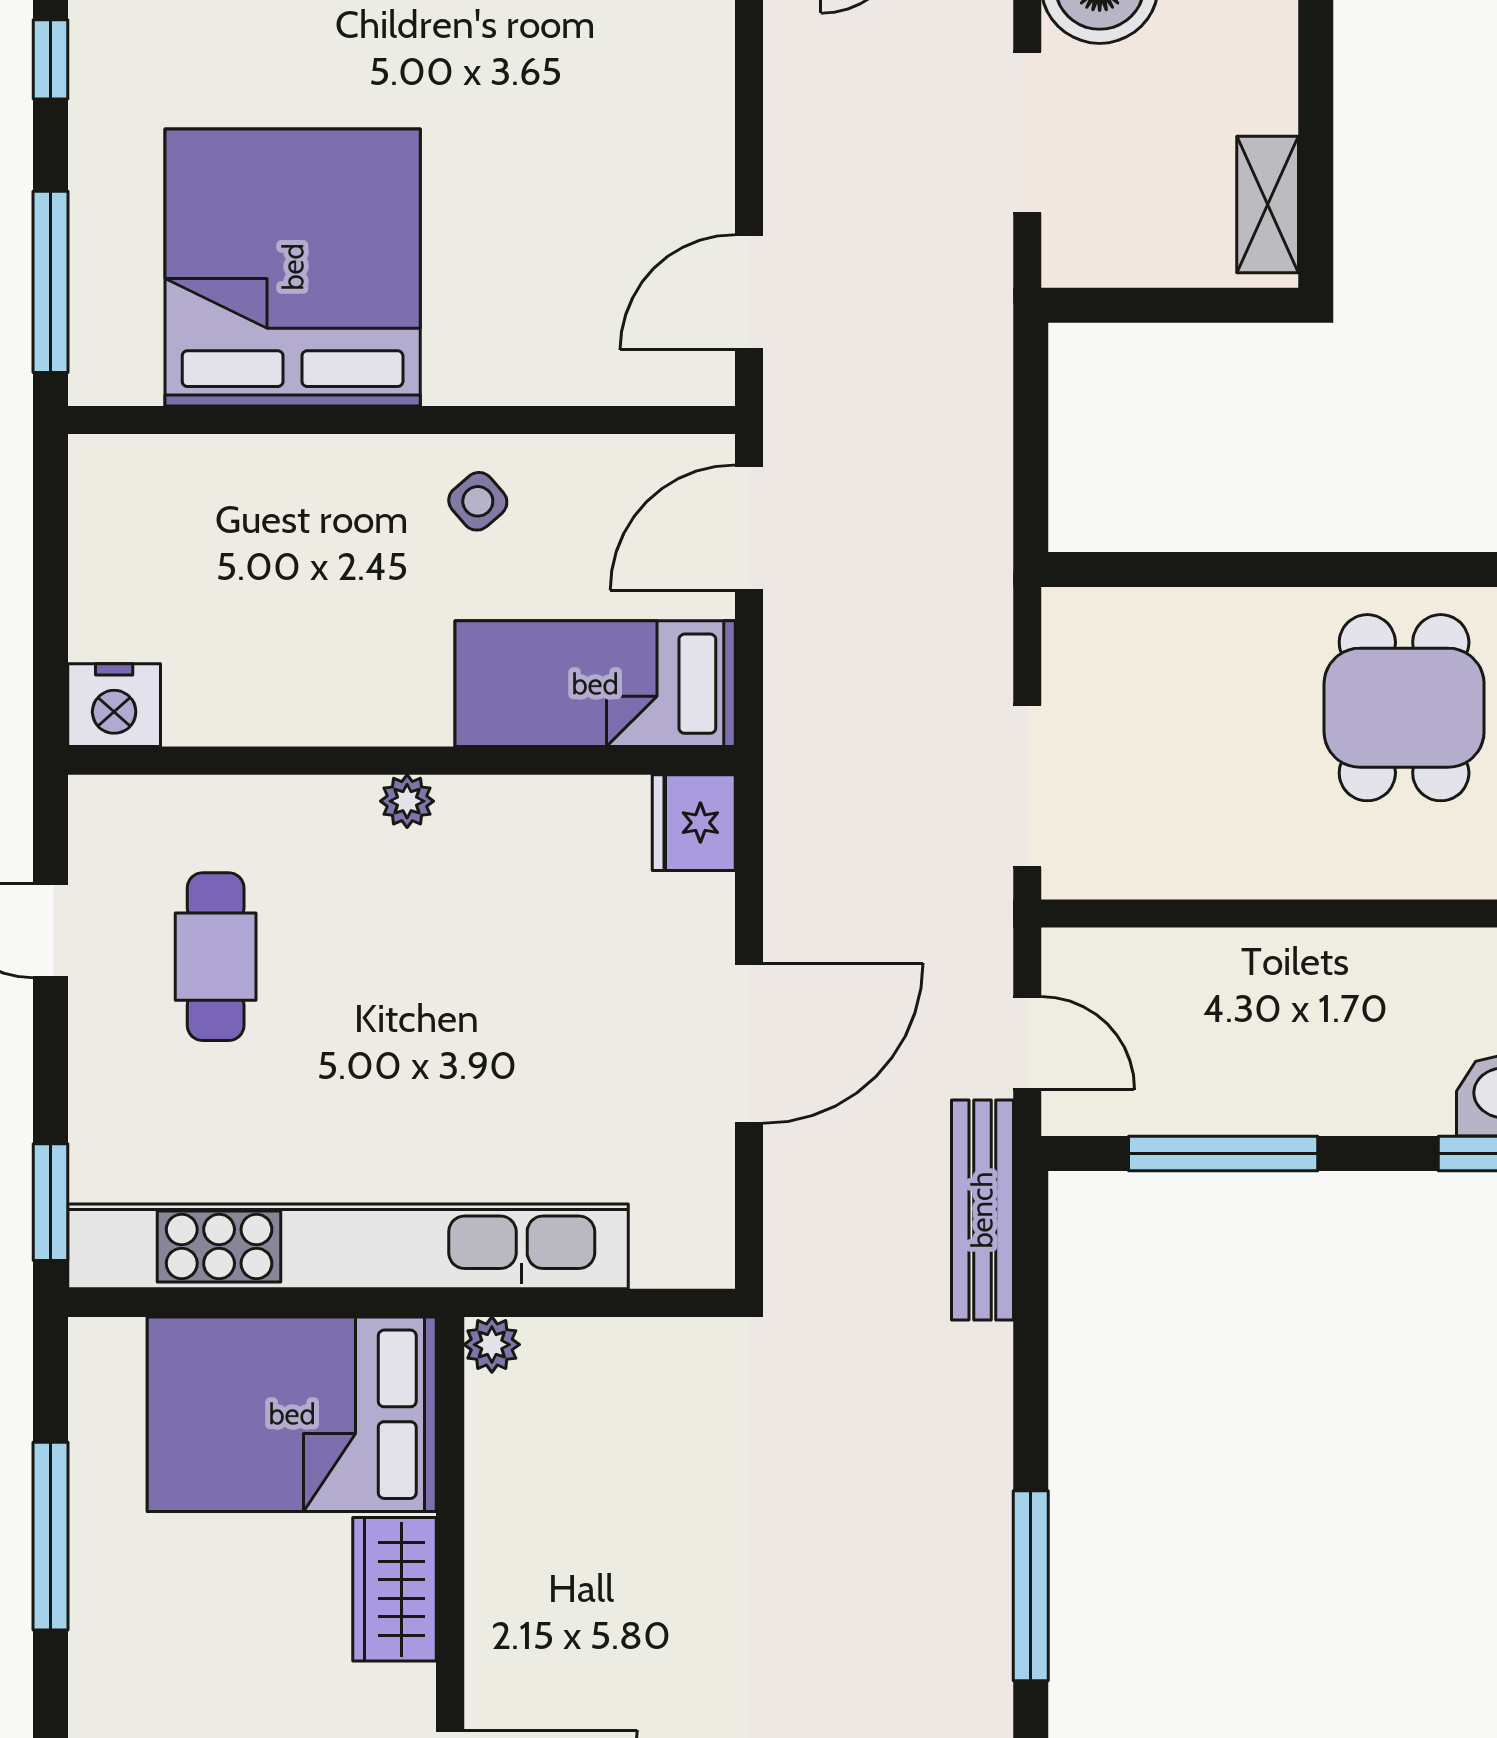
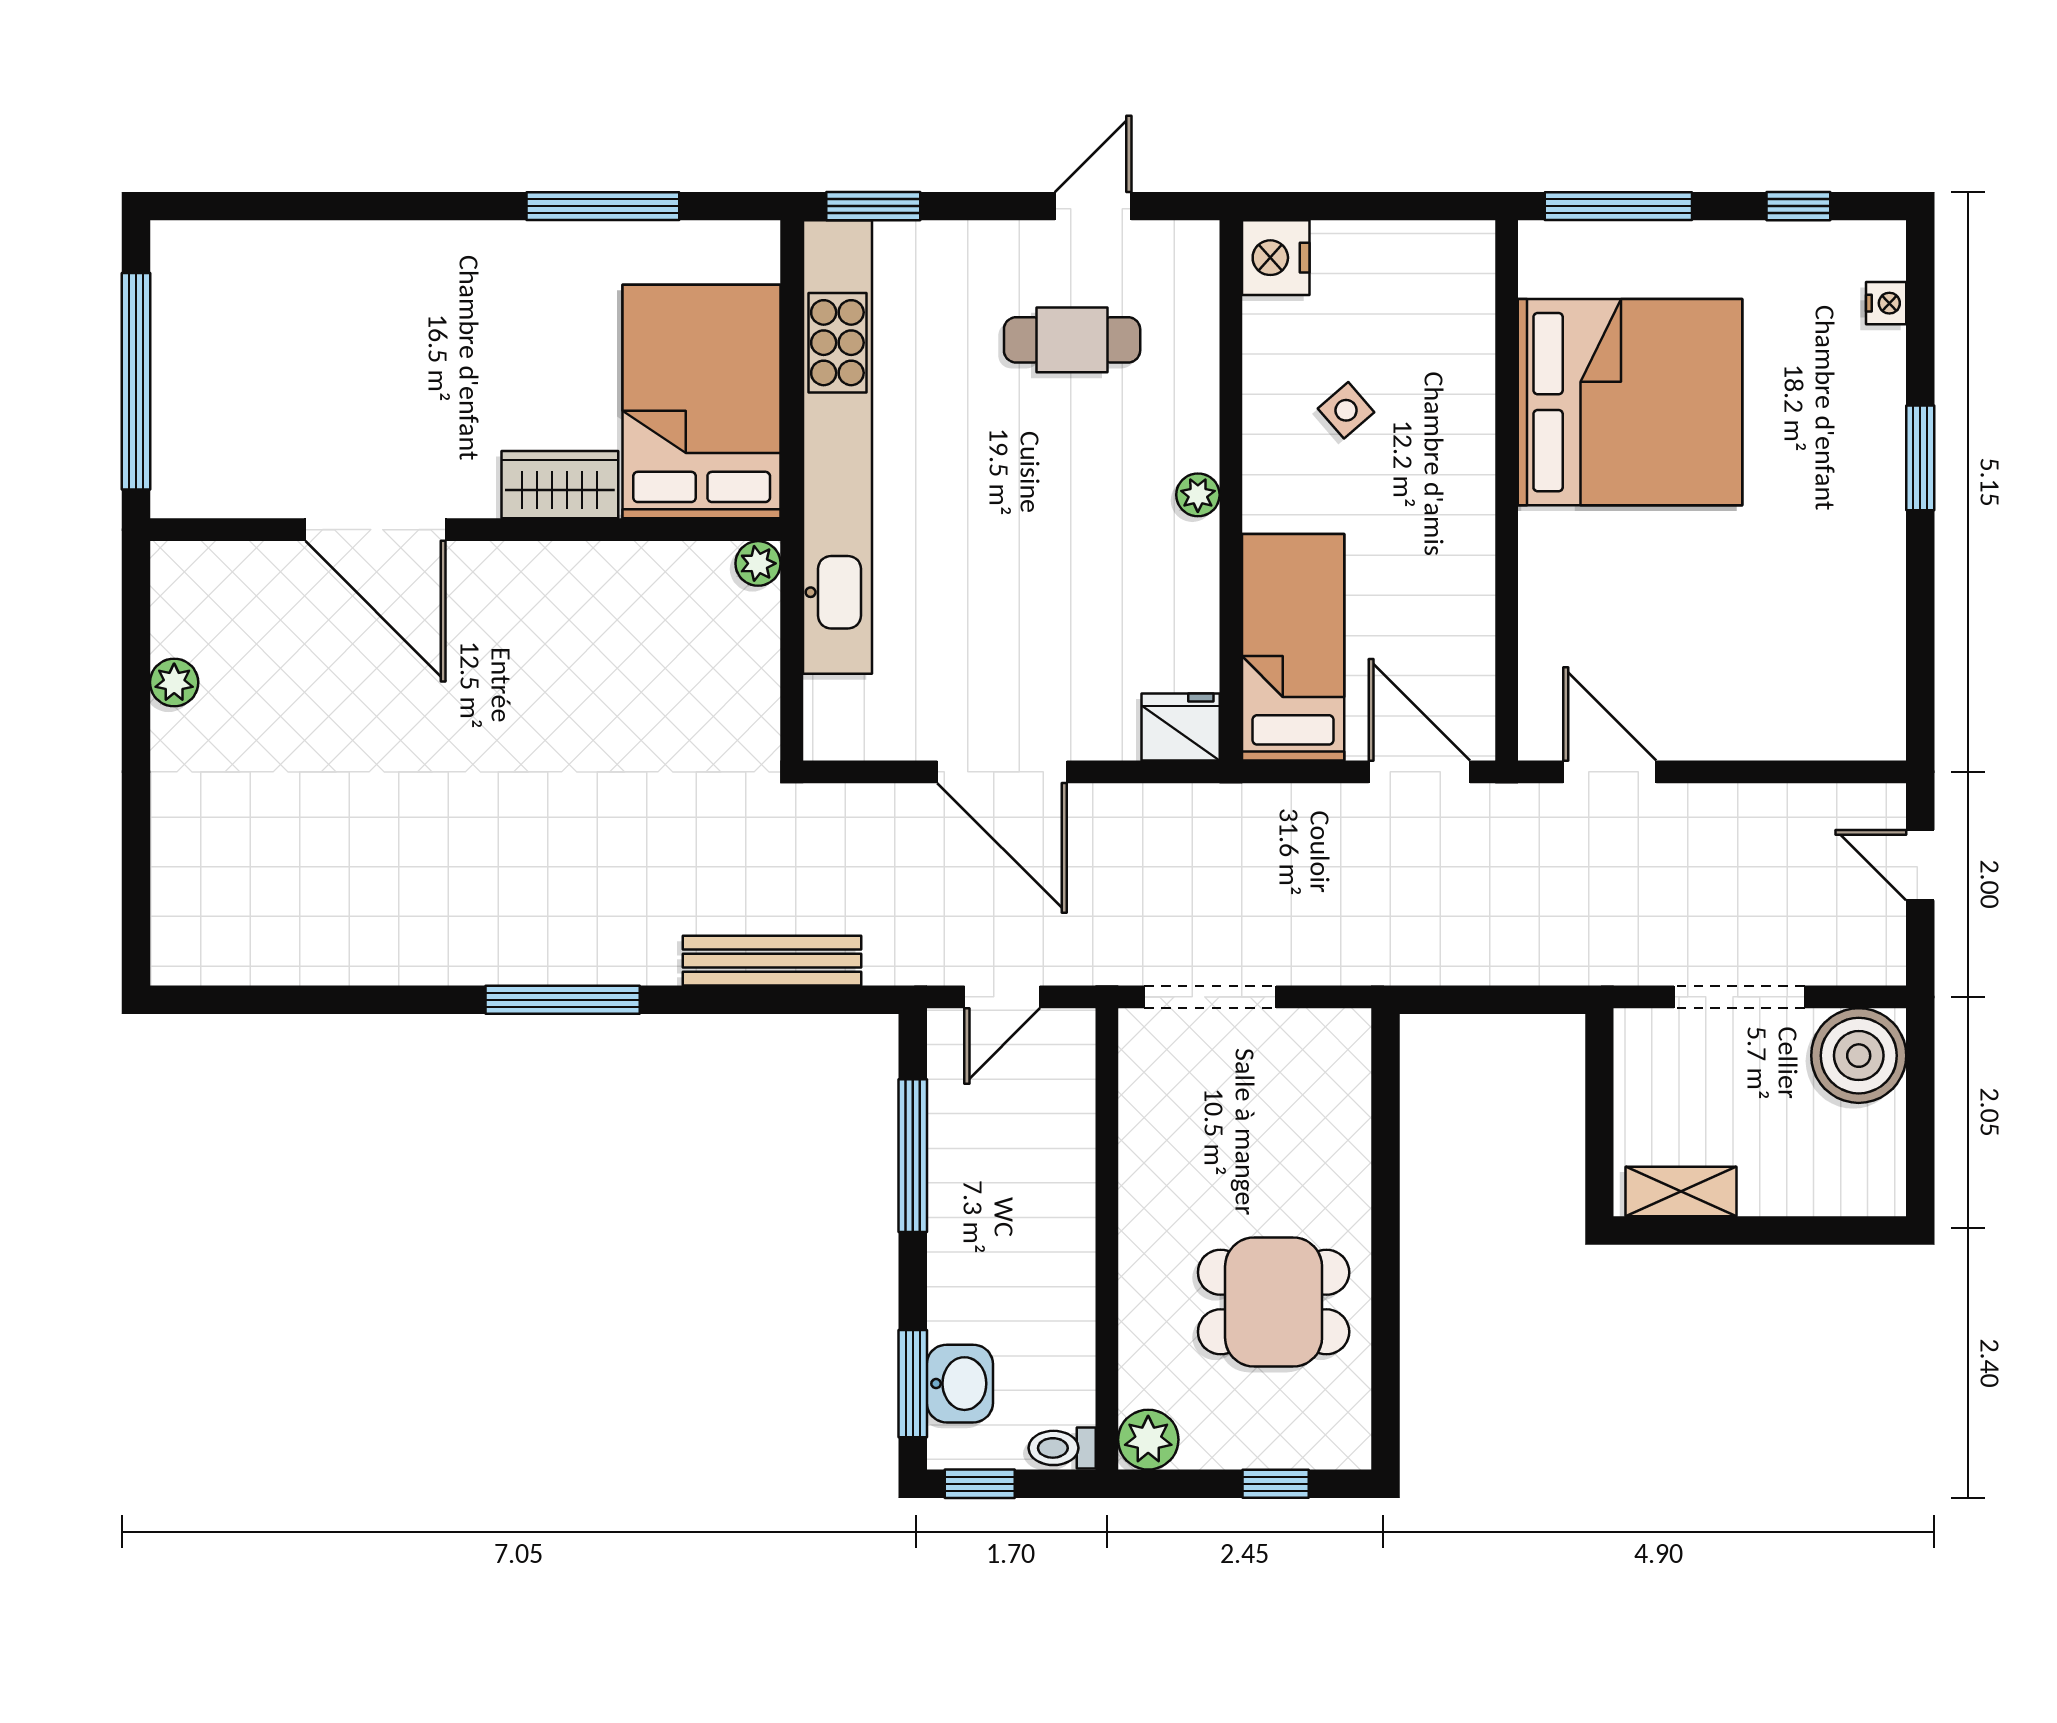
side table: (478, 501) -> (1346, 410), moved
bench: (982, 1210) -> (772, 961), moved

